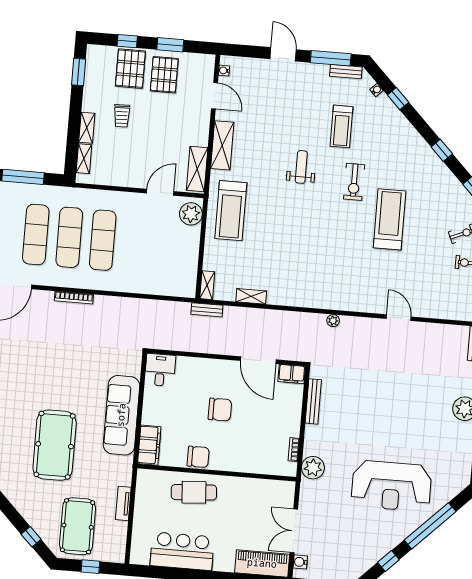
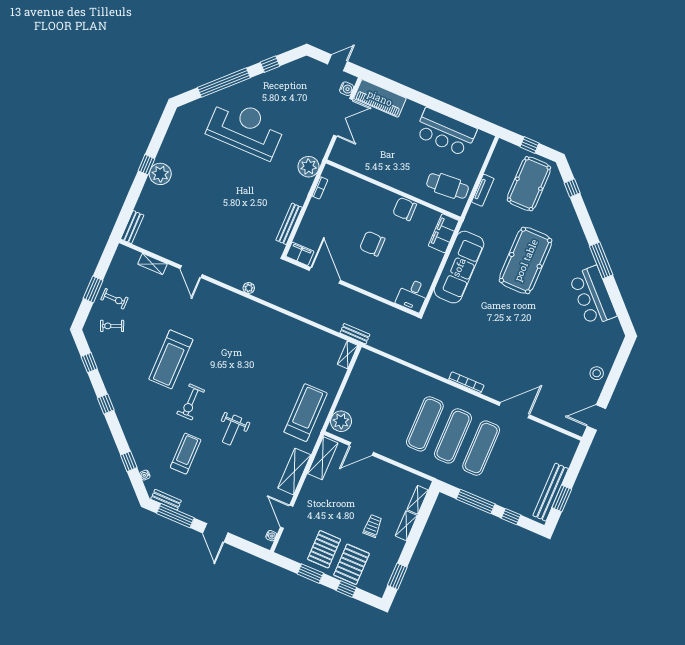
exercise bike: (354, 182) -> (191, 402), turned 180
shelving: (251, 296) -> (153, 264), moved
cafe table: (194, 492) -> (448, 186), moved

